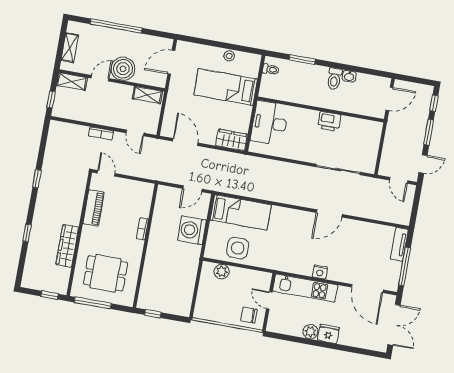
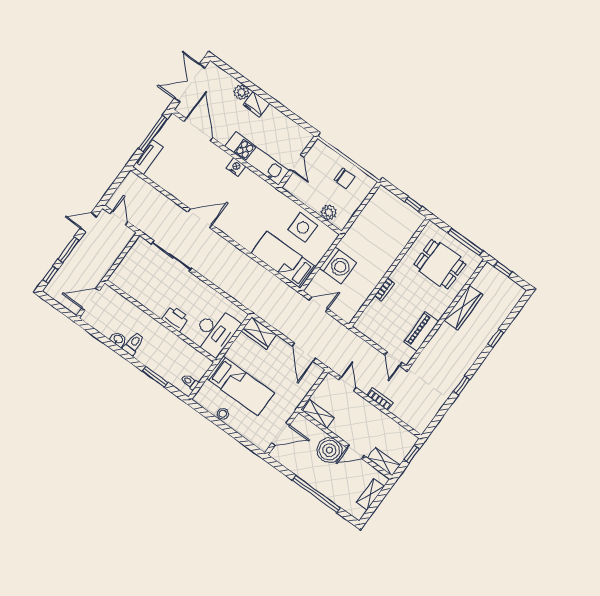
printer: (329, 121) -> (176, 318), moved
chair: (249, 315) -> (345, 178), moved
plant: (310, 332) -> (241, 92), moved

